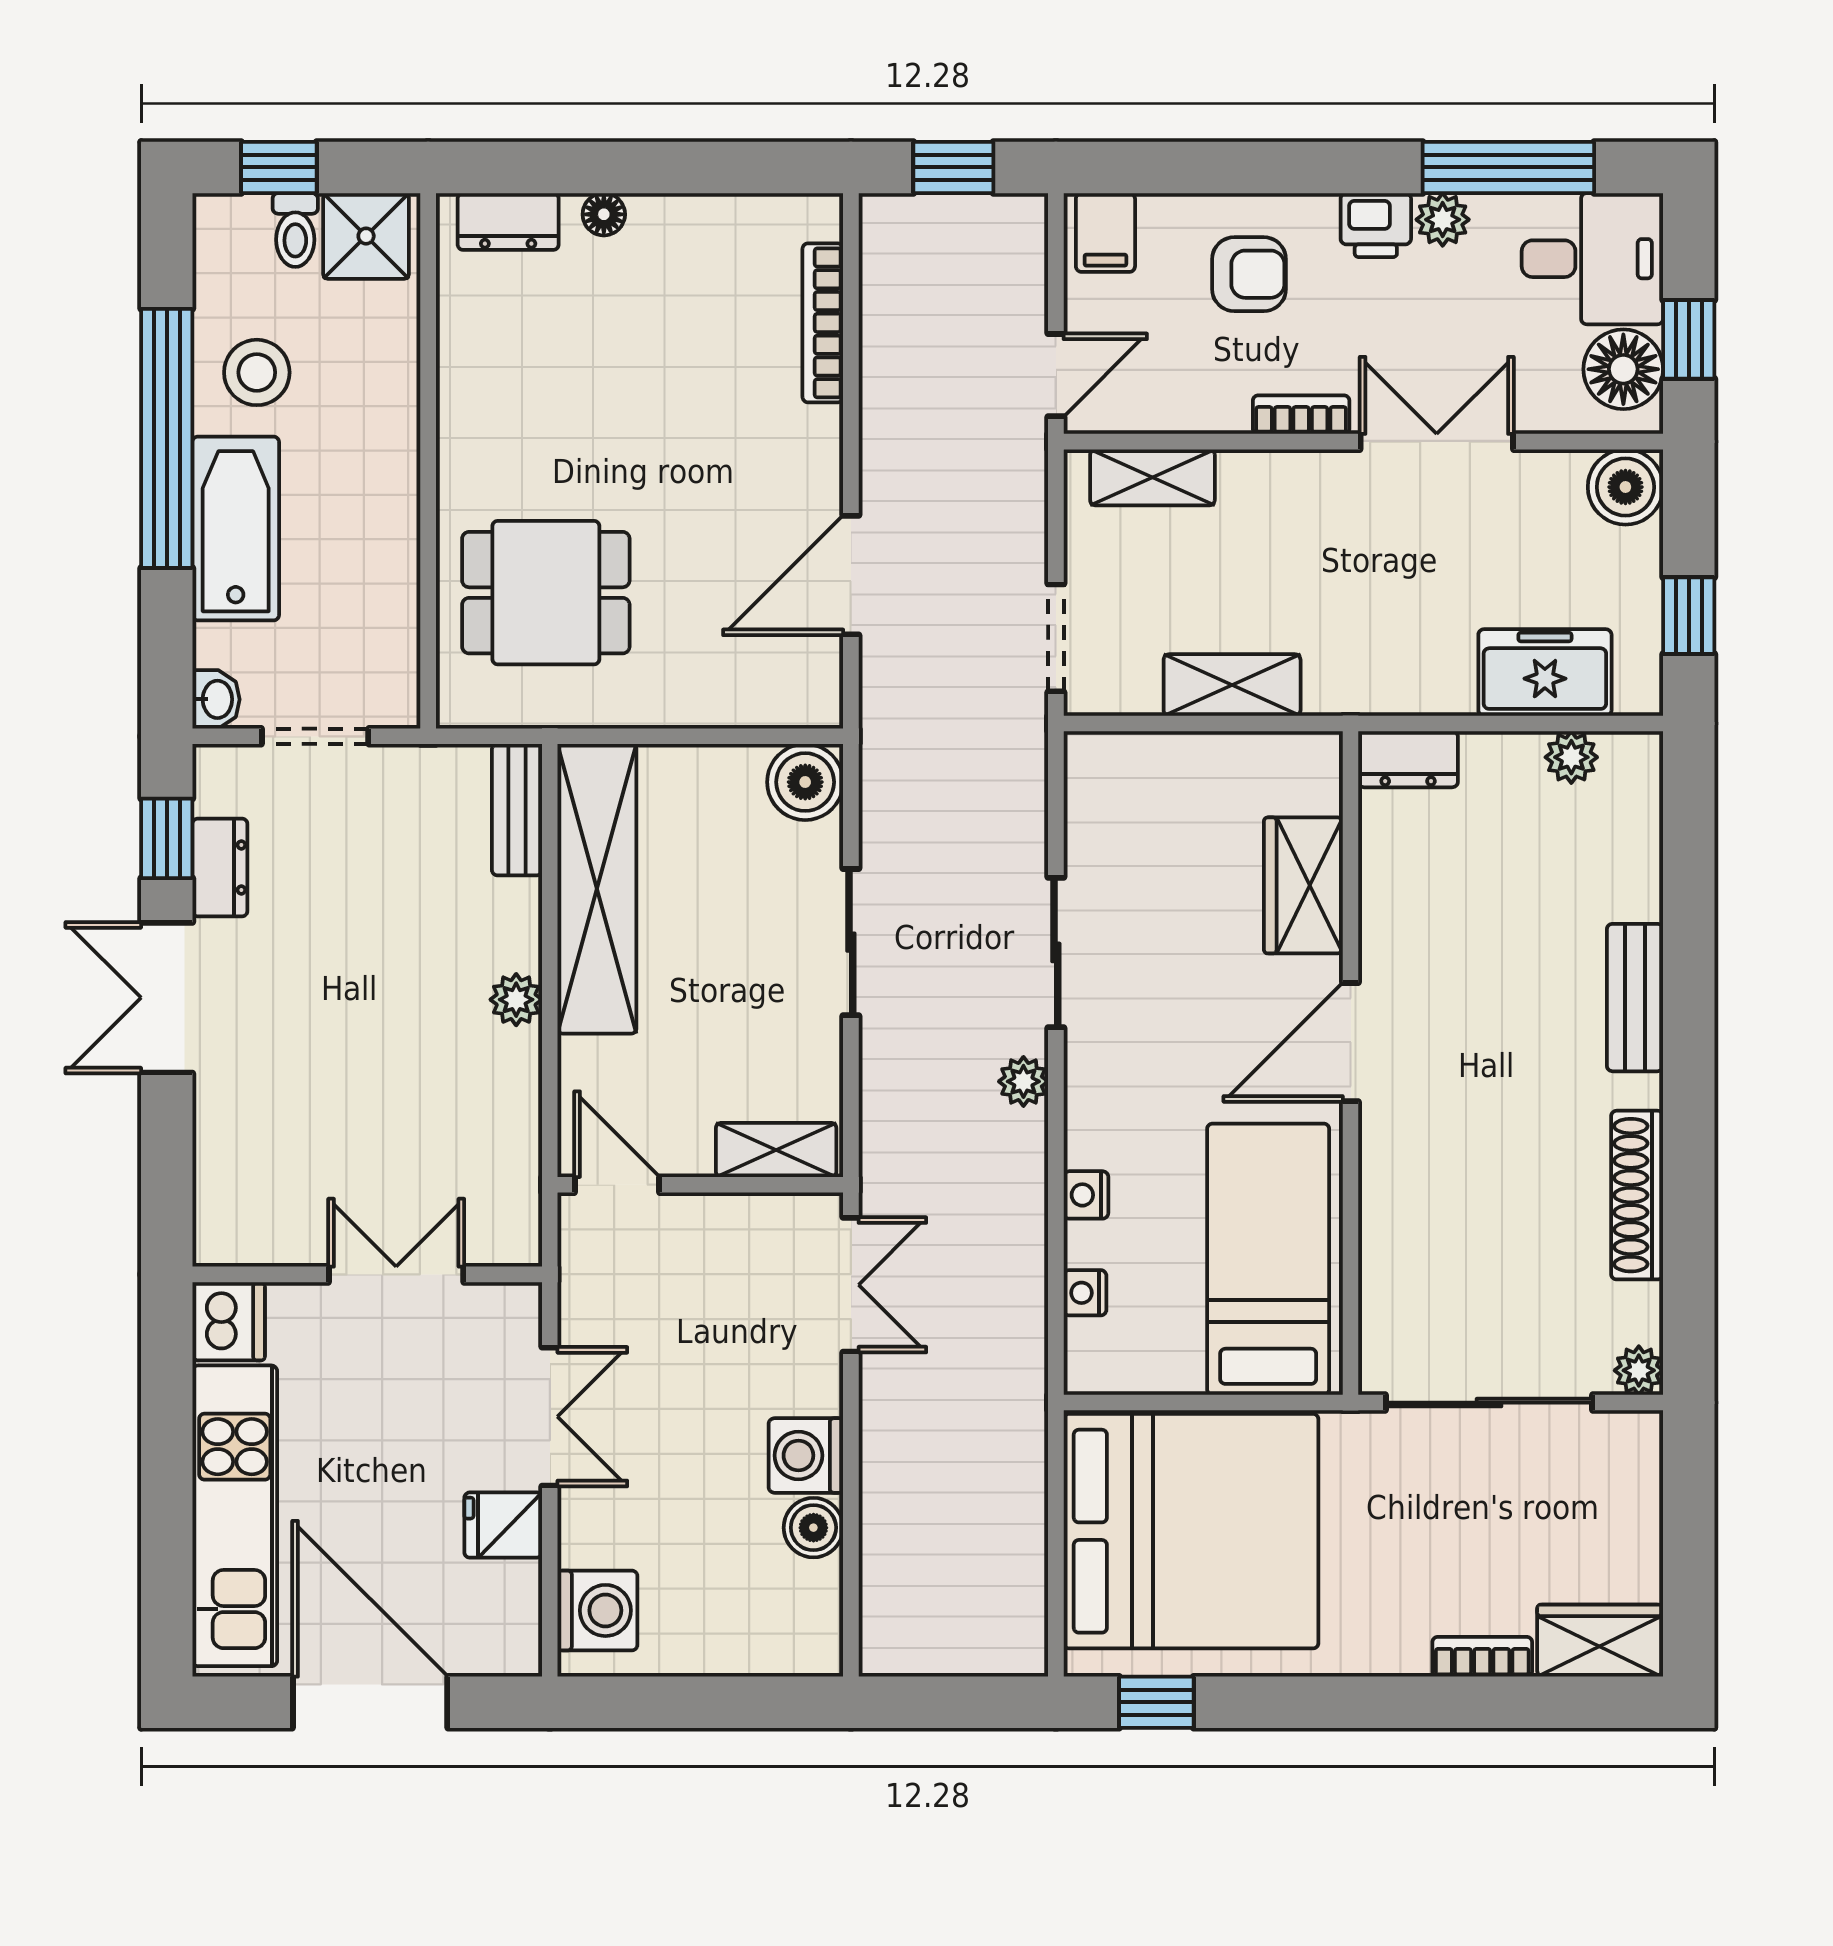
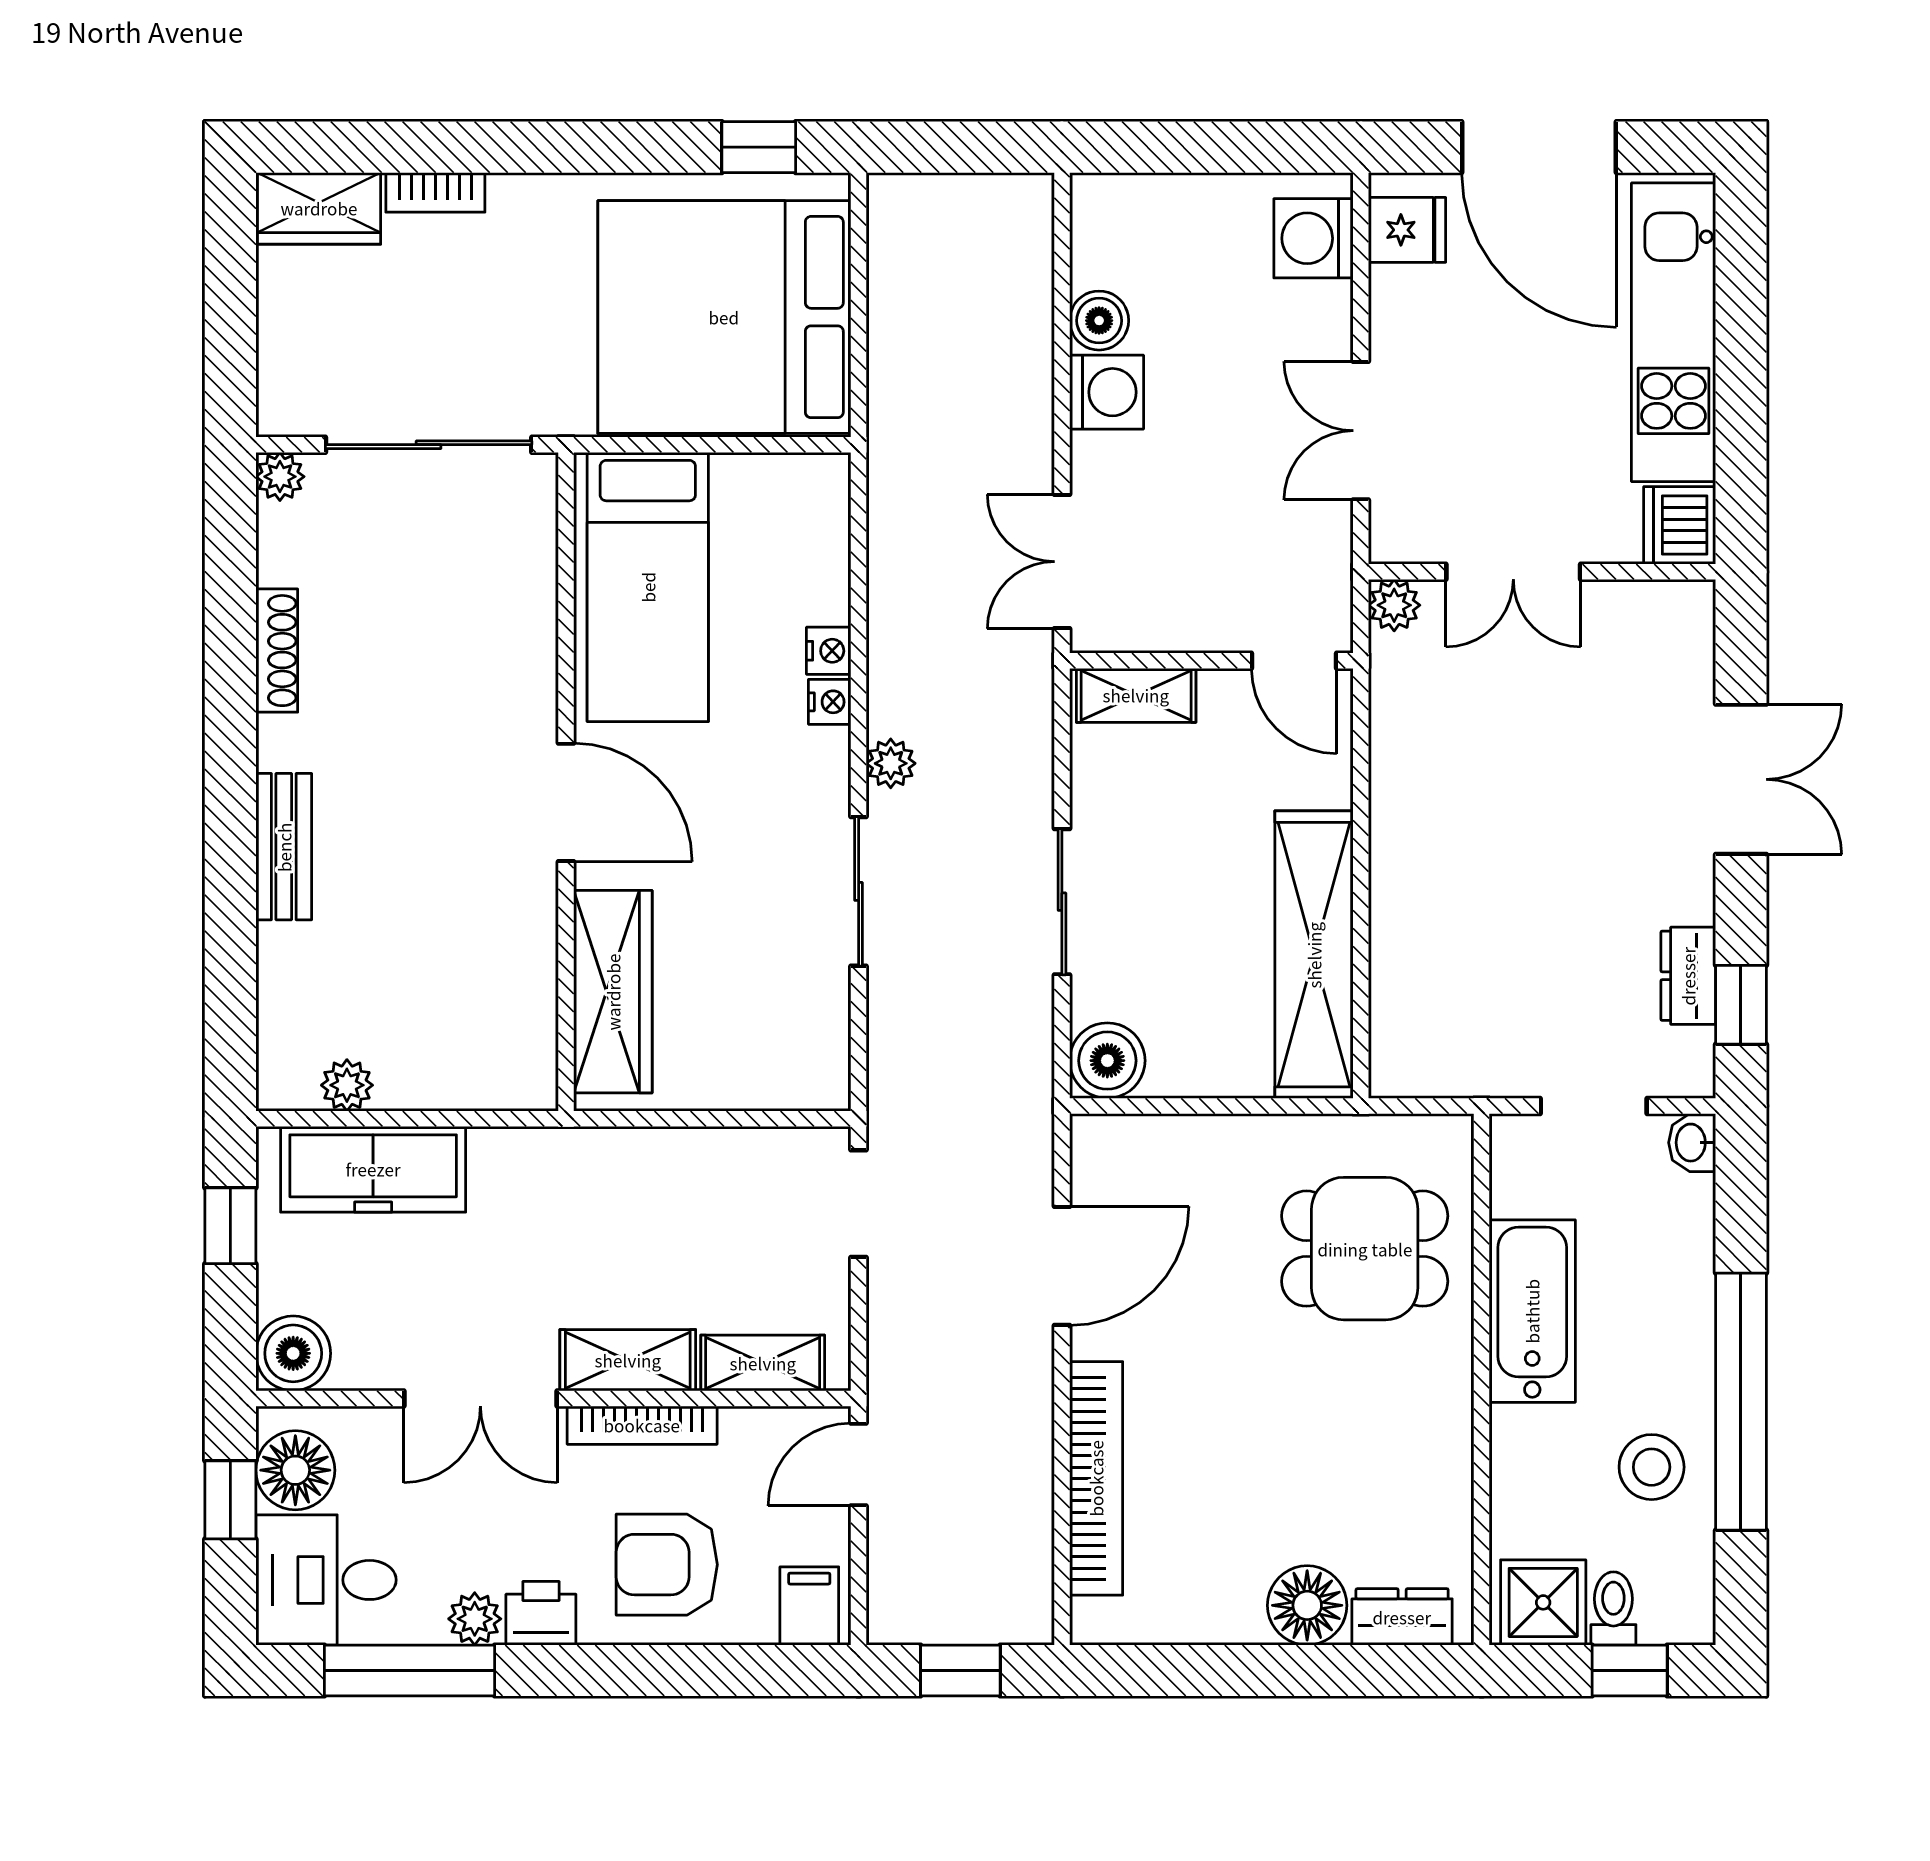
floor lamp: (604, 214) -> (1307, 1605), width x1.89, depth x1.89
armchair: (1249, 274) -> (667, 1565), width x1.38, depth x1.38
bookcase: (823, 323) -> (1096, 1478), width x1.48, depth x1.31
bookcase: (1301, 415) -> (642, 1425), width x1.56
bathtub: (236, 528) -> (1532, 1311), moved, turned 180
freezer: (1545, 672) -> (373, 1169), width x1.40
shelving: (1232, 685) -> (628, 1360), moved
dresser: (1408, 759) -> (509, 1083), removed
bench: (517, 810) -> (1393, 1033), removed
wardrobe: (1303, 885) -> (613, 992), width x1.50
double door: (167, 998) -> (1741, 779), moved
plant: (516, 1000) -> (1394, 605), moved
door: (1351, 1042) -> (566, 802), hinge flipped
shoe rack: (1637, 1195) -> (277, 651), width x0.74, depth x0.81
nightstand: (1085, 1293) -> (830, 702), moved
fridge: (503, 1525) -> (1407, 230), moved

